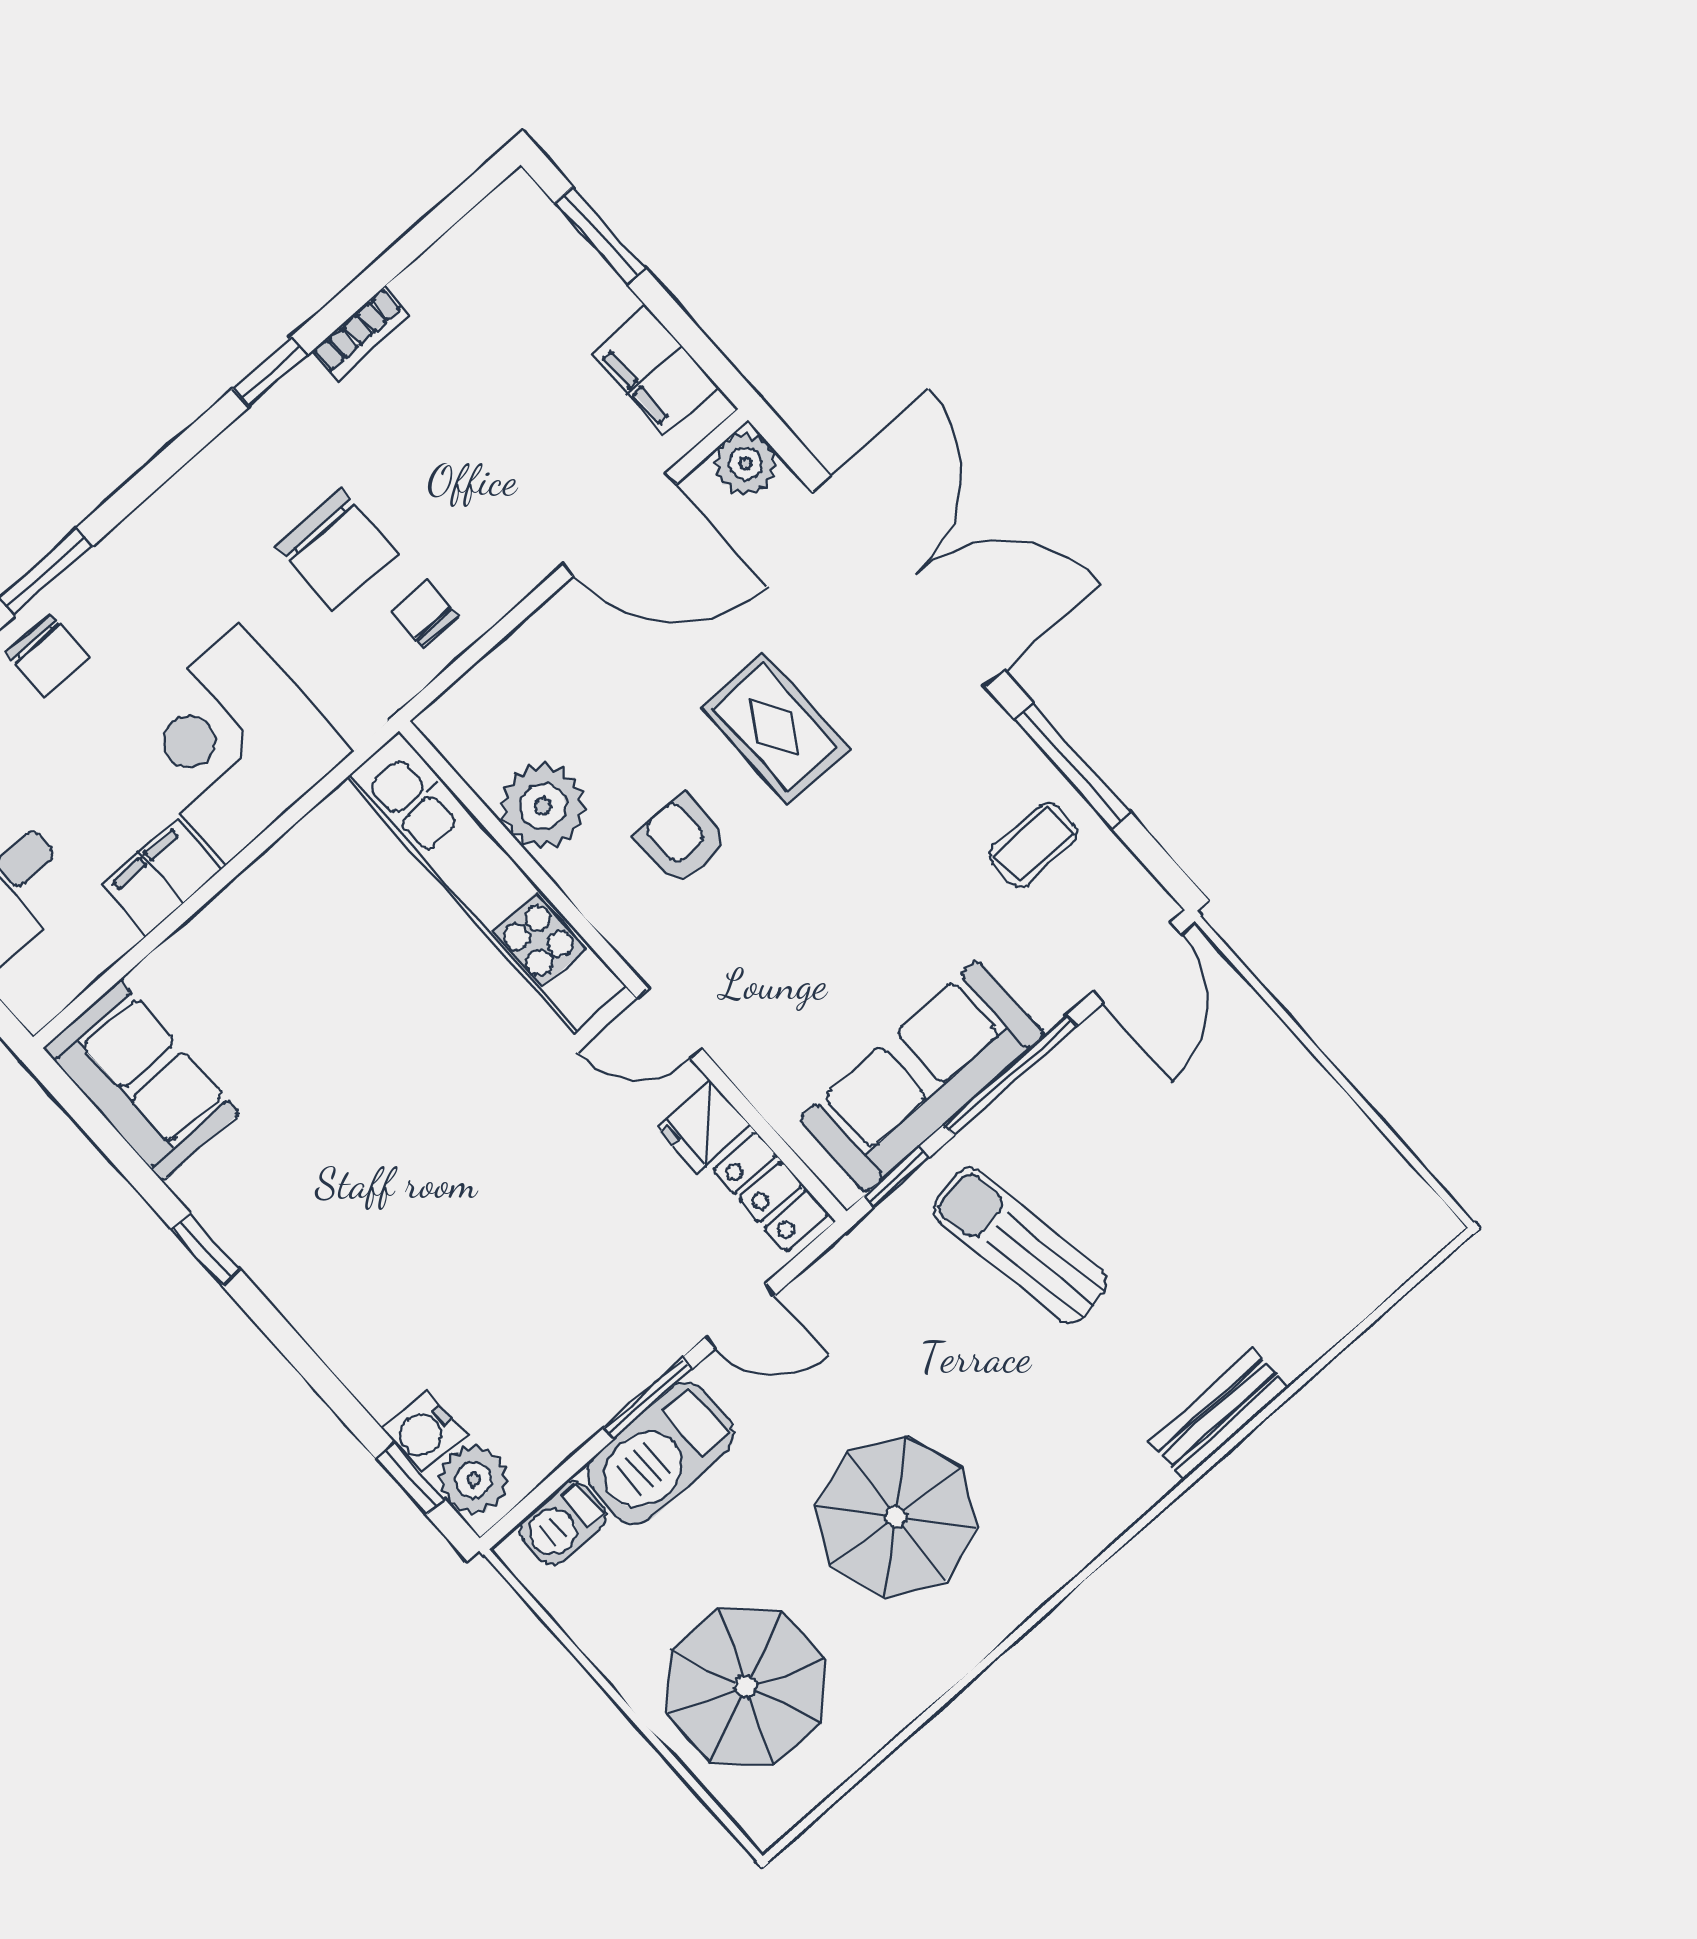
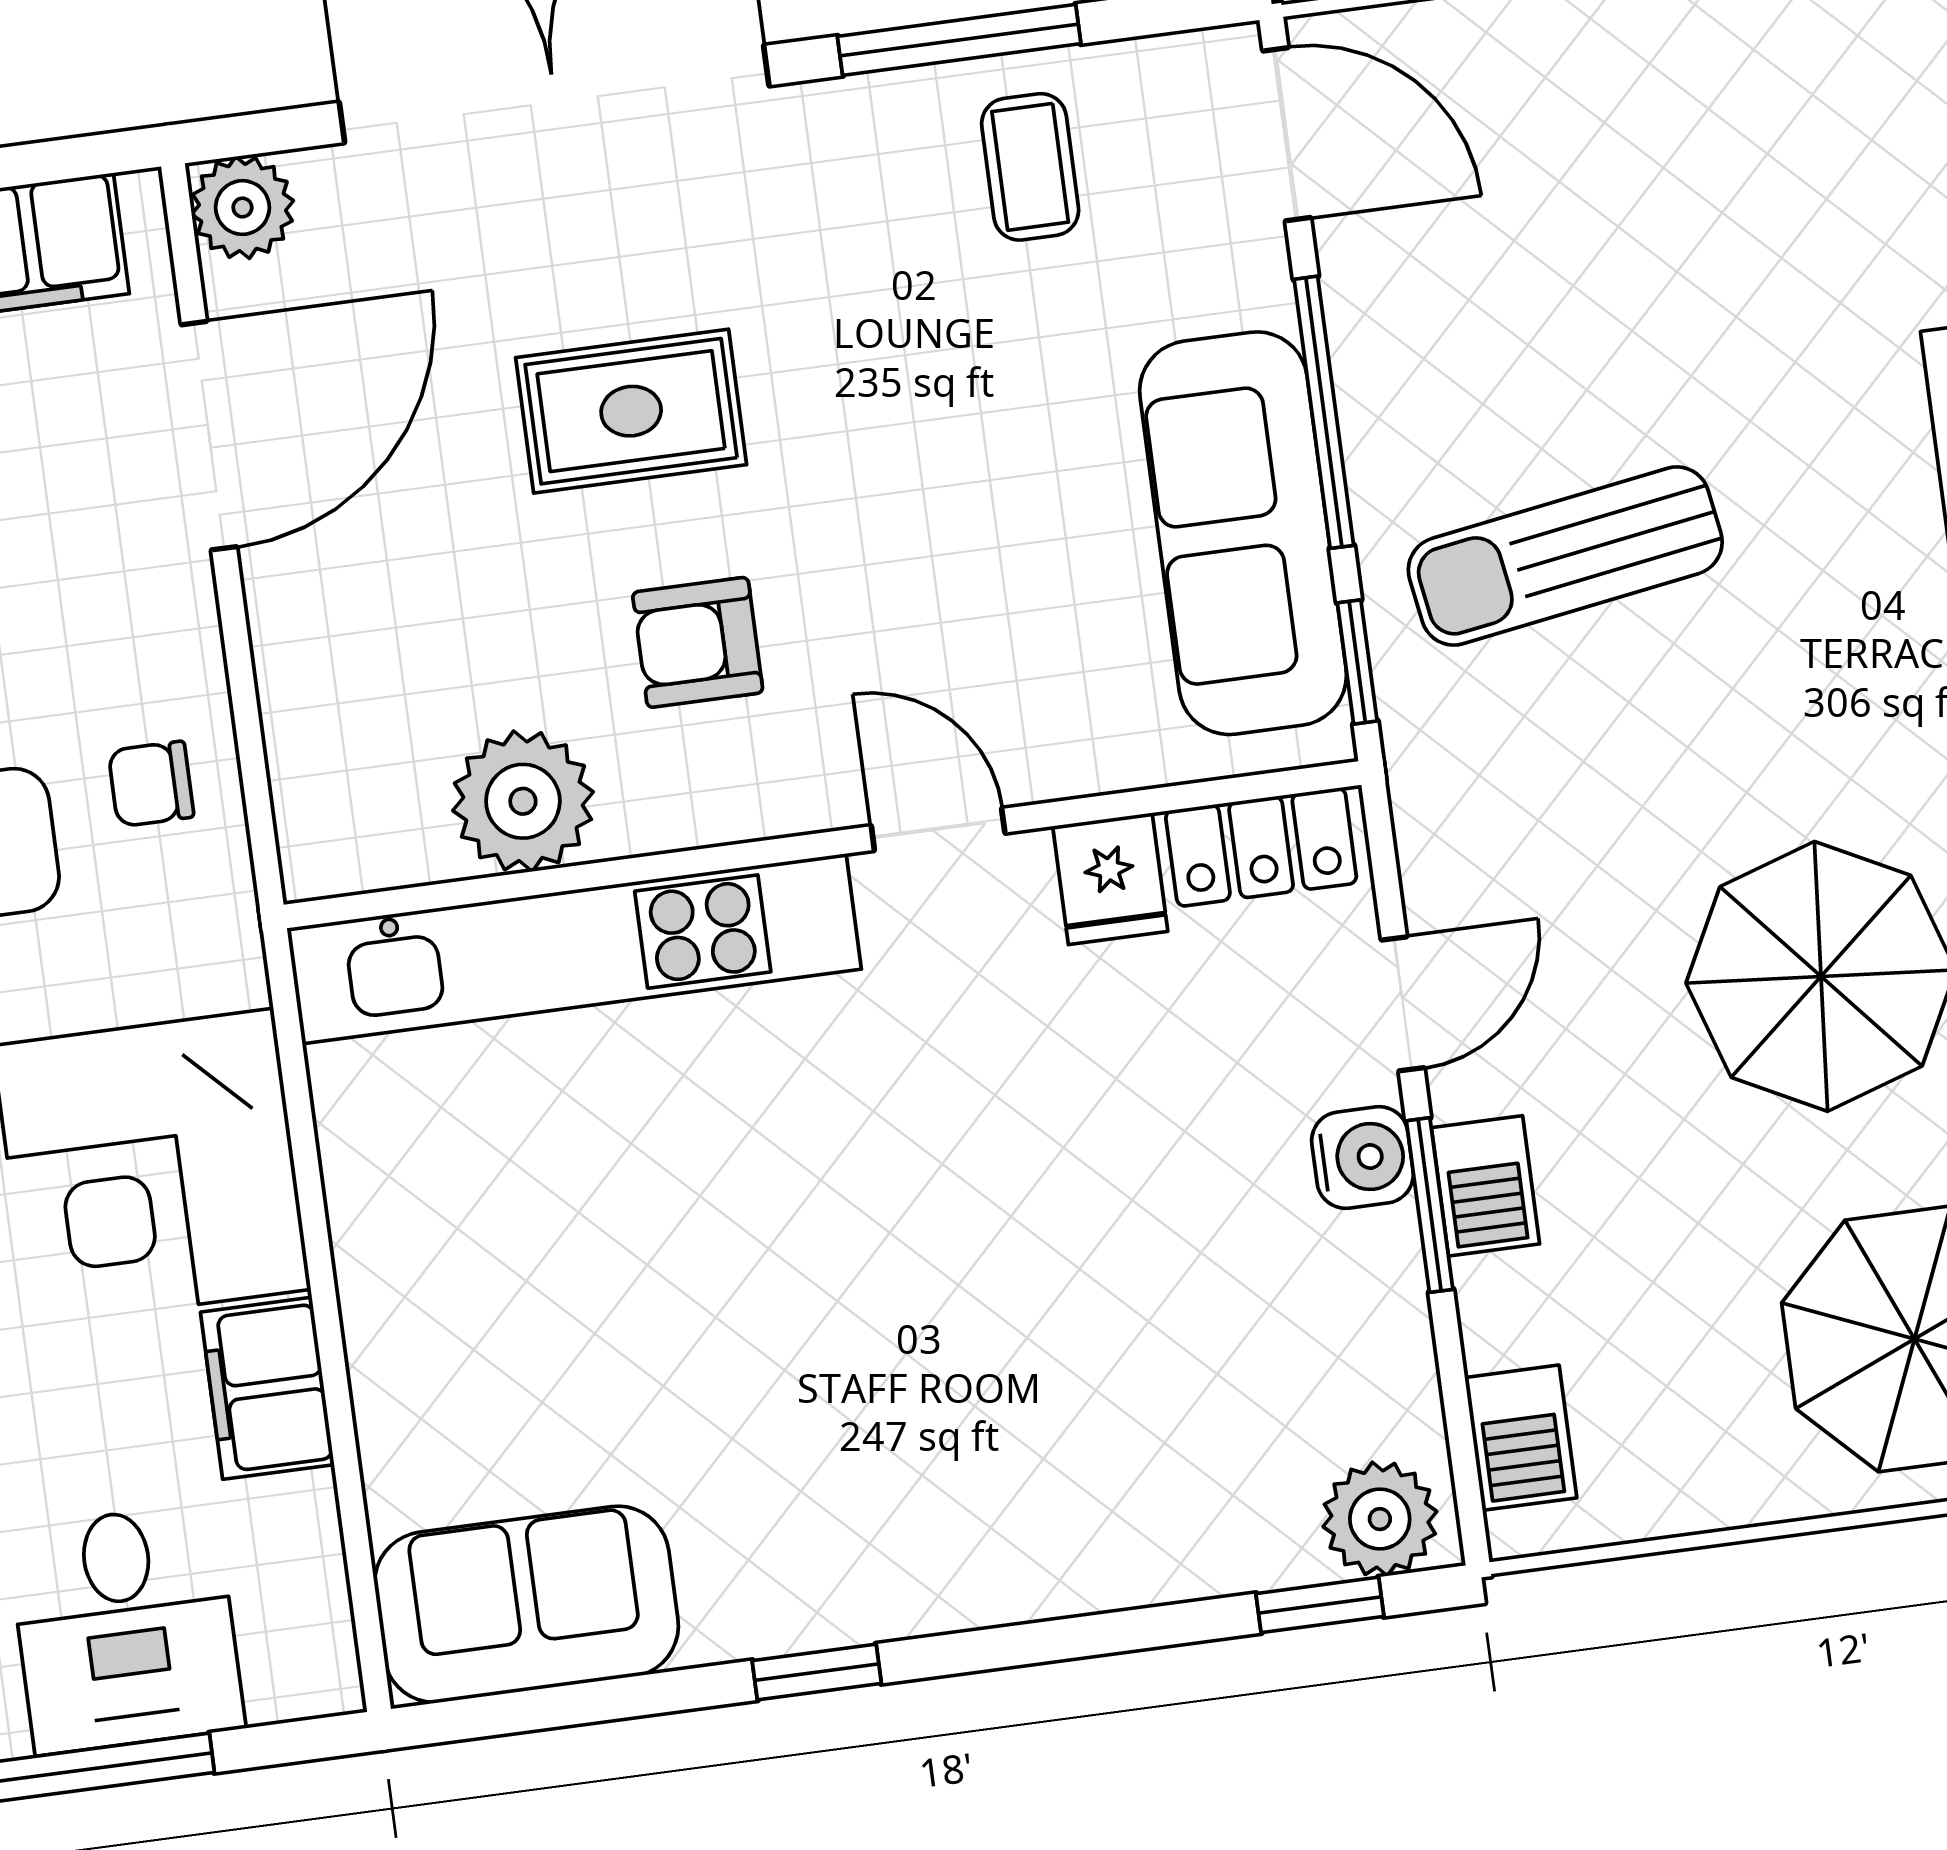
door: (670, 1024) -> (938, 829), swing flipped
water cooler: (424, 1432) -> (1362, 1158), moved, turned -90
barbecue: (661, 1454) -> (1485, 1186), width x0.53, depth x0.65

